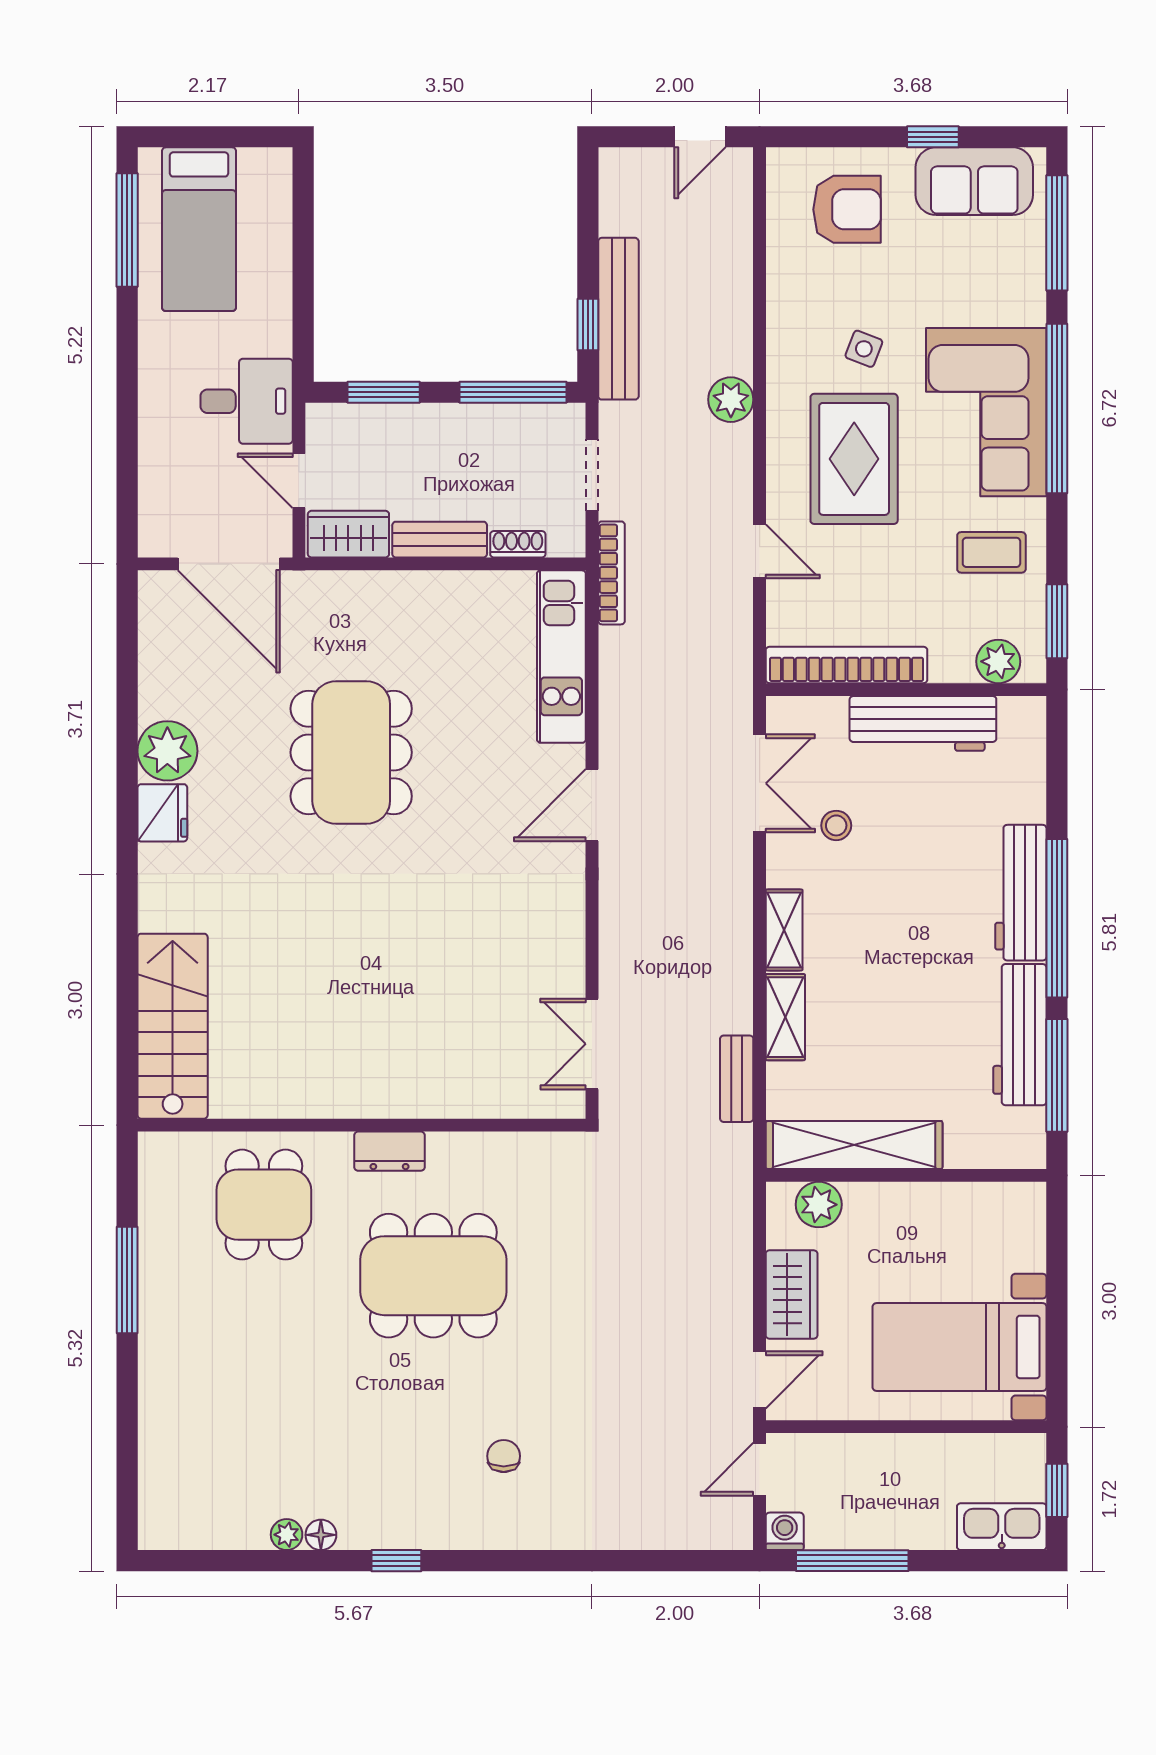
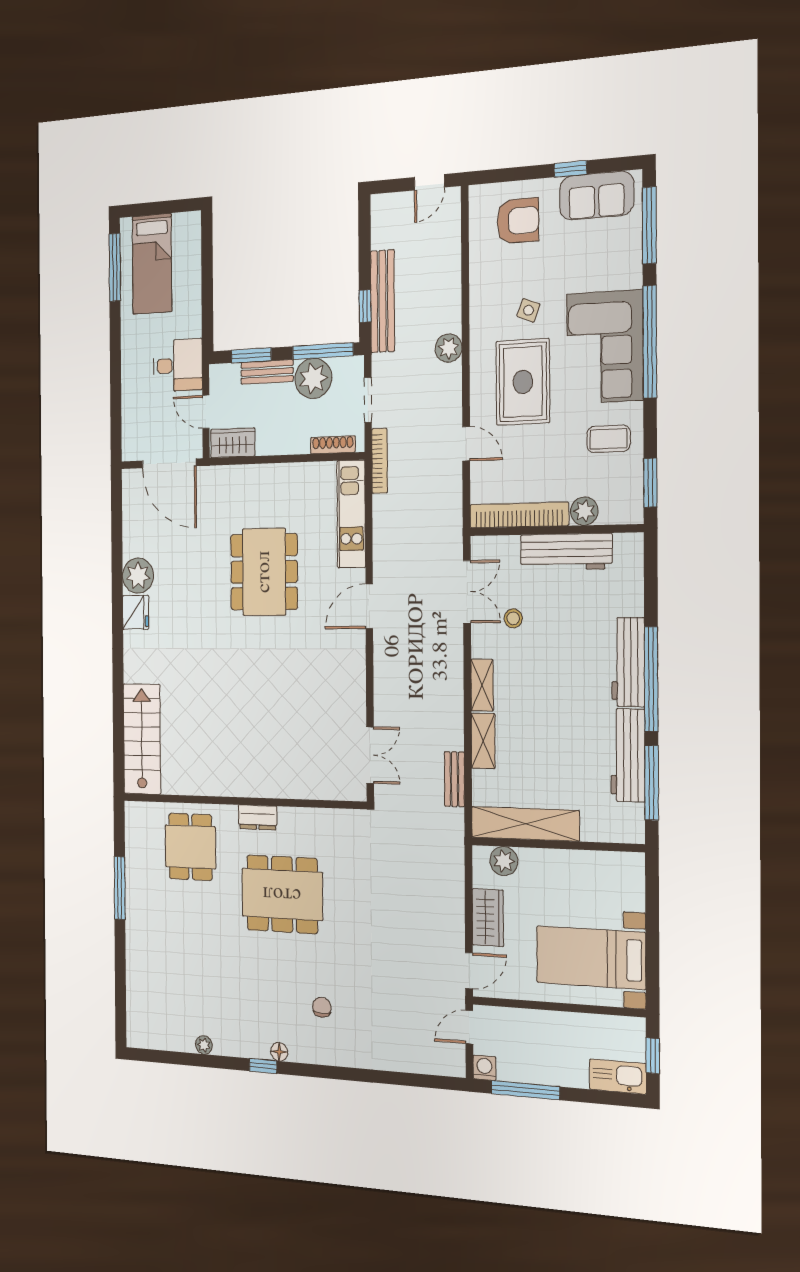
plant: (496, 435) -> (313, 378), added
bench: (440, 540) -> (267, 372), moved
shoe rack: (518, 544) -> (333, 445), width x1.43
plant: (998, 661) -> (584, 511), moved
dining table: (351, 752) -> (264, 572), moved
double door: (592, 1044) -> (370, 755), swing flipped
floor lamp: (321, 1535) -> (279, 1052), moved

